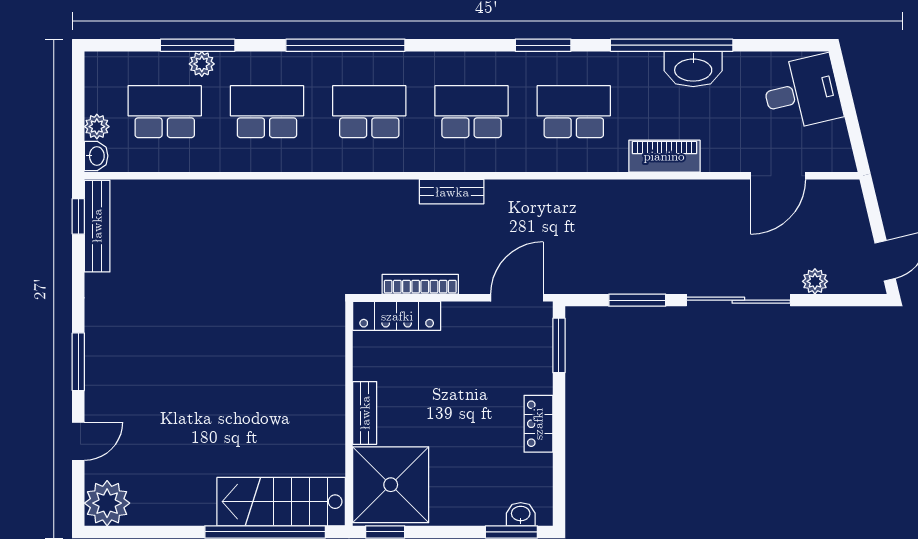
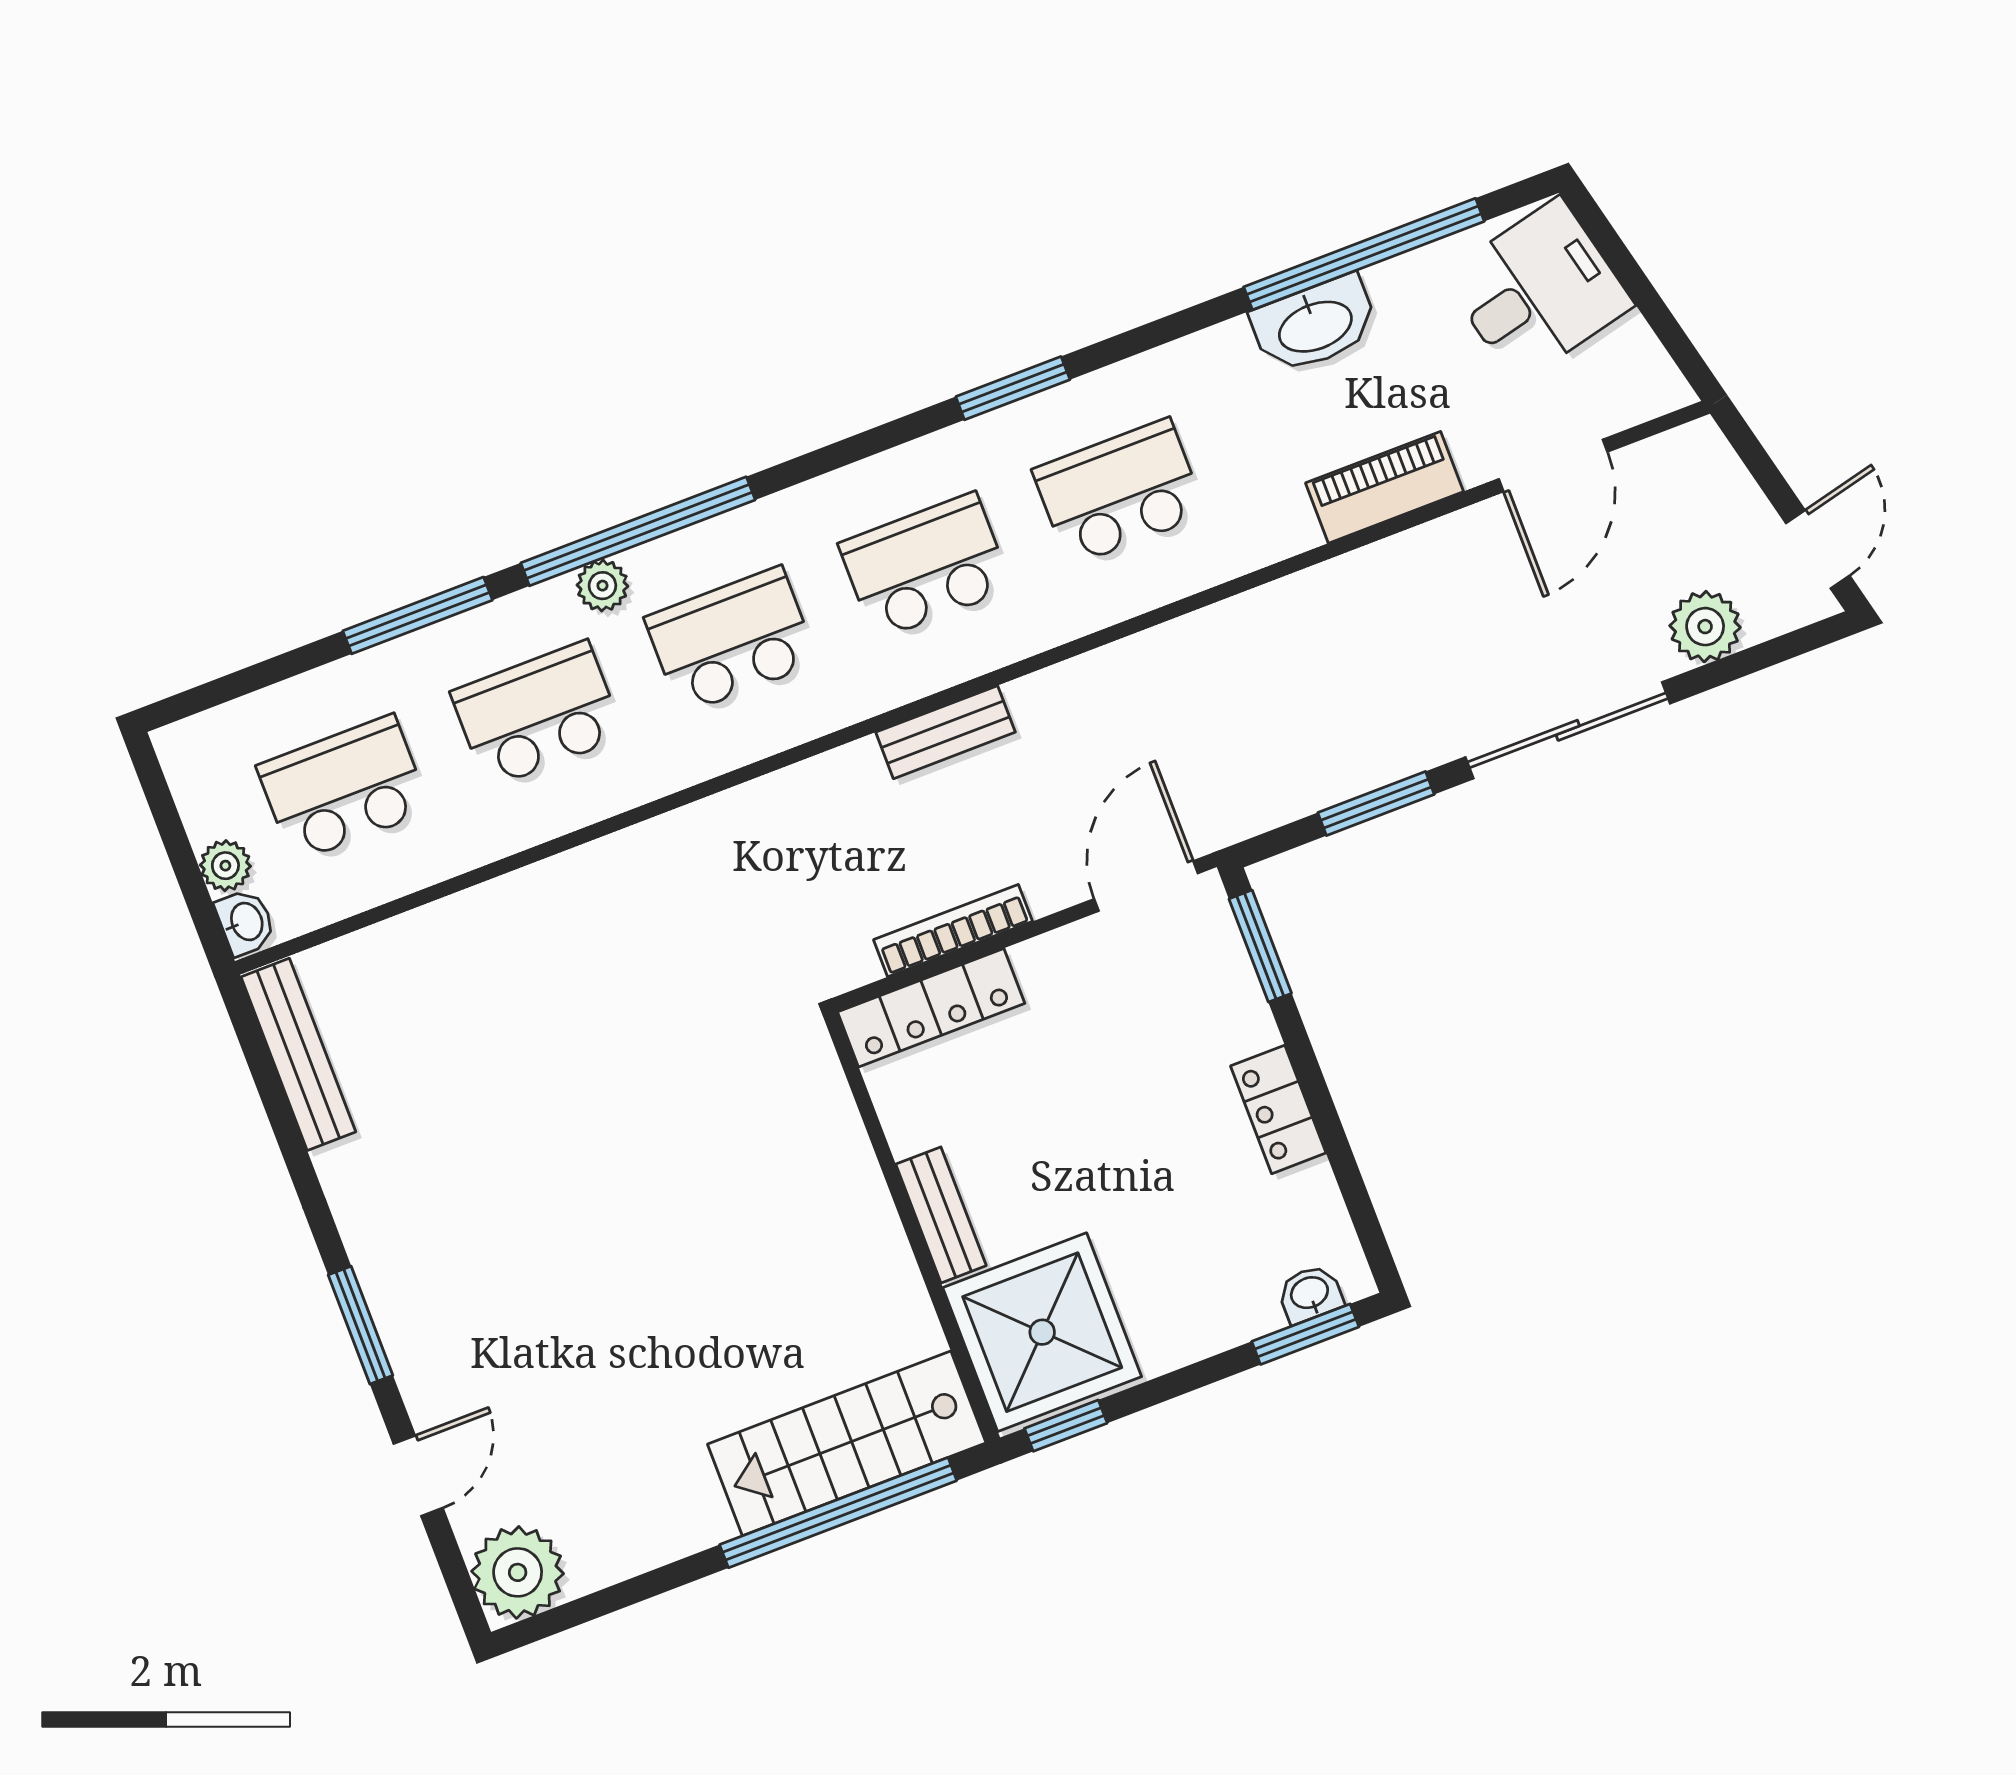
window: (198, 45) -> (418, 615), moved
window: (672, 45) -> (1364, 254), moved
plant: (202, 64) -> (602, 586), moved
piano: (664, 156) -> (1385, 487), moved
window: (78, 216) -> (255, 1049), removed
plant: (815, 281) -> (1705, 627), width x1.38, depth x1.38

